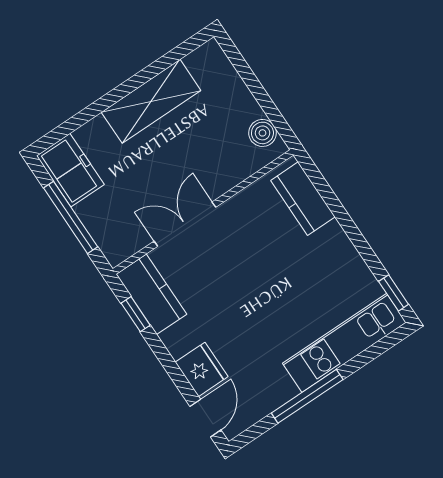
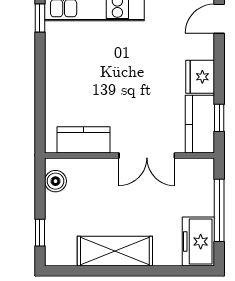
window: (243, 68) -> (40, 233), added
kitchen counter: (303, 199) -> (84, 140), moved, turned -90
fridge: (202, 369) -> (200, 77), moved

